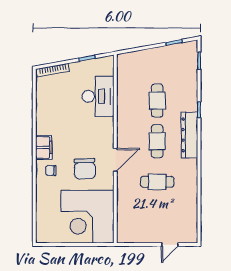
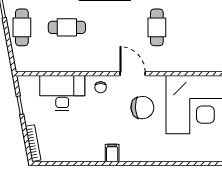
cafe table: (157, 141) -> (22, 27), moved, turned 90
filing cabinet: (44, 147) -> (112, 153), width x0.50
chair: (51, 170) -> (101, 87), moved

